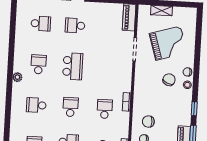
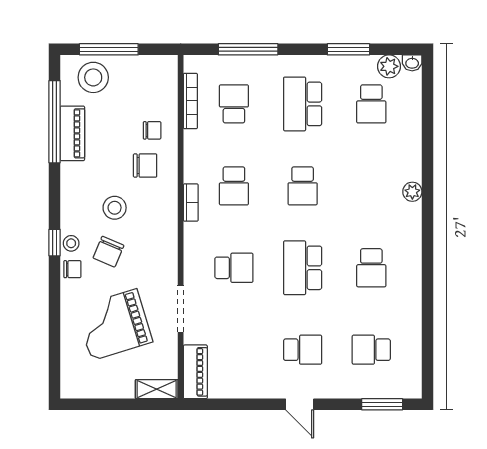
shelving: (162, 11) -> (157, 389), moved
plant: (17, 77) -> (412, 192), moved
stool: (165, 101) -> (115, 208), added
school desk: (36, 105) -> (234, 268), moved
window: (194, 109) -> (55, 243), moved

